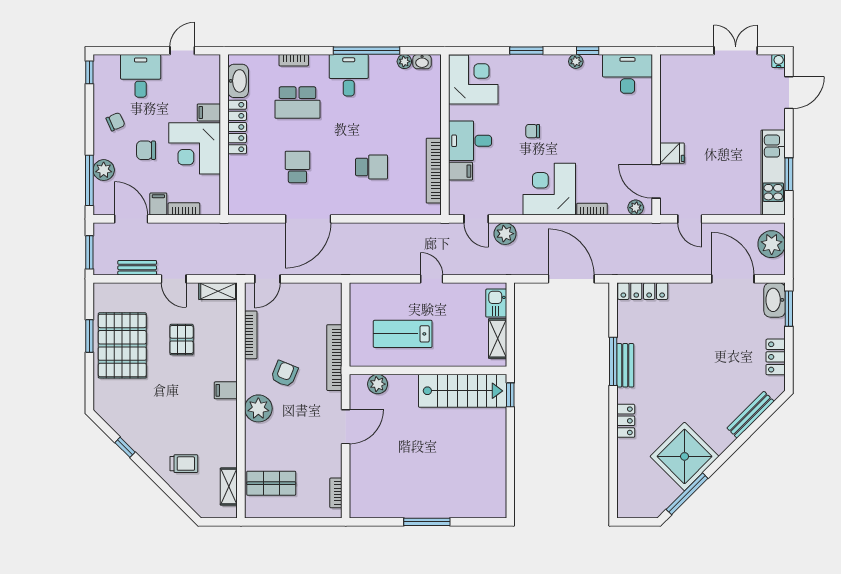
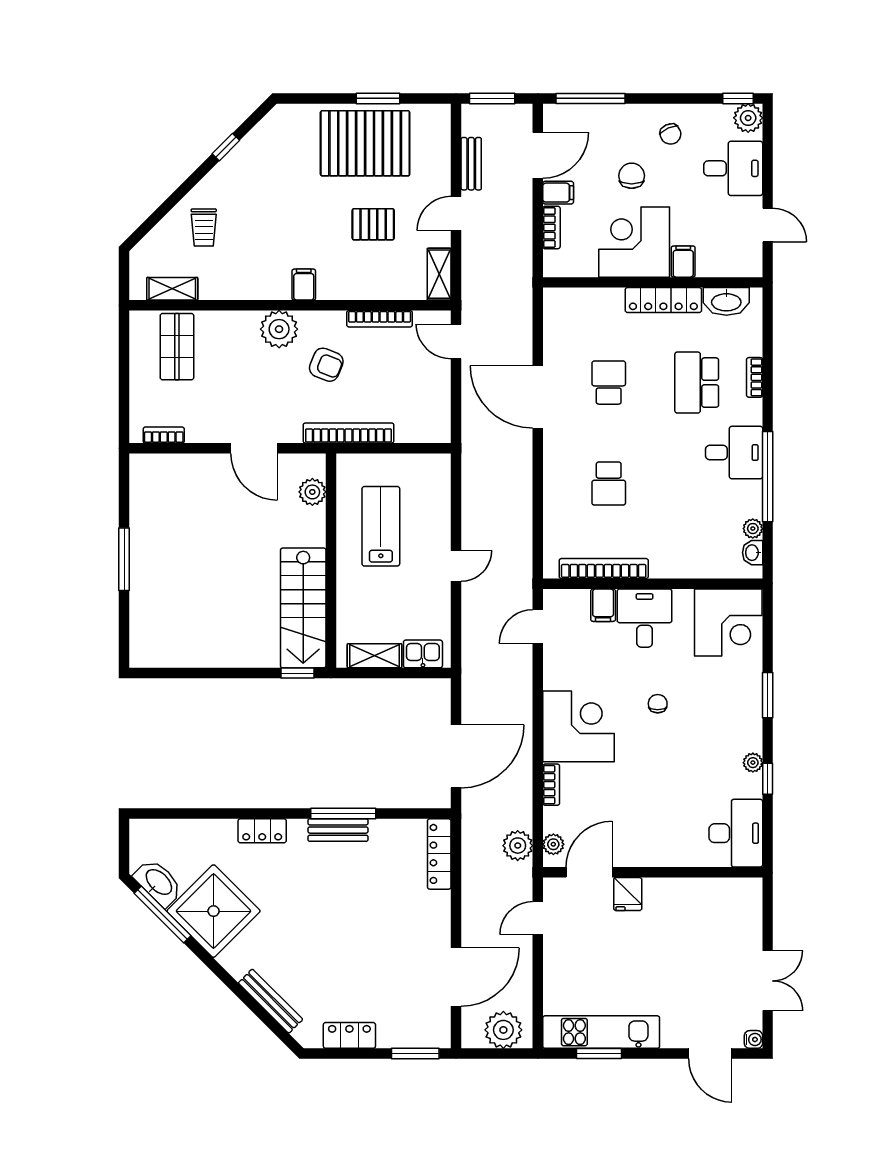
school desk: (297, 167) -> (609, 383), turned -90
plant: (104, 170) -> (748, 118), moved
plant: (505, 234) -> (518, 846), moved
washbasin: (775, 300) -> (158, 883), moved, turned 45

